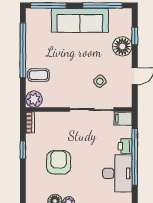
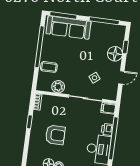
sofa: (80, 20) -> (69, 28), moved
plant: (34, 99) -> (58, 87), moved
armchair: (59, 162) -> (55, 135), turned 90

